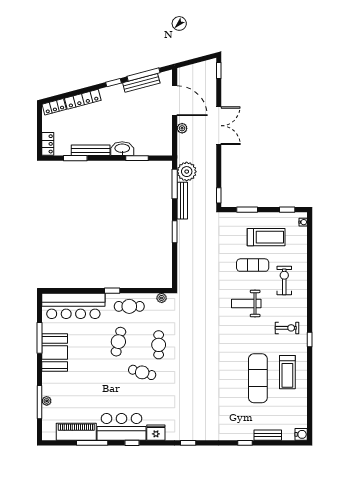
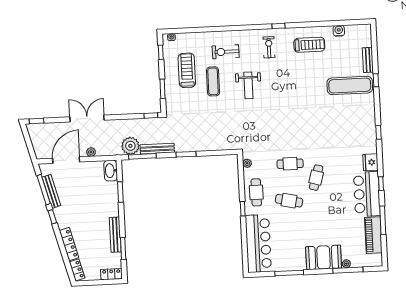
washbasin: (122, 149) -> (111, 171), moved
booth: (55, 352) -> (324, 257), moved
exercise mat: (258, 378) -> (350, 85), moved
water cooler: (301, 434) -> (339, 31), moved

